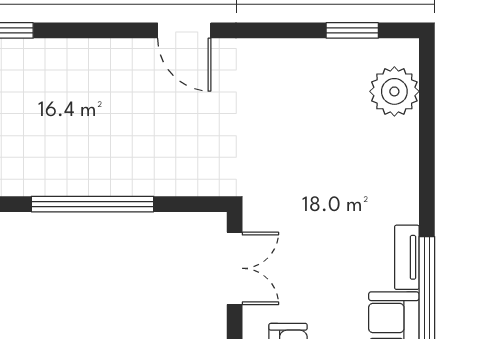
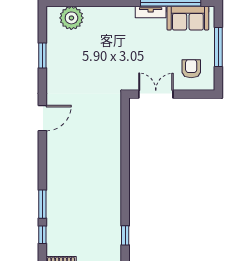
window: (352, 30) -> (42, 56), moved
window: (92, 204) -> (125, 162), removed

